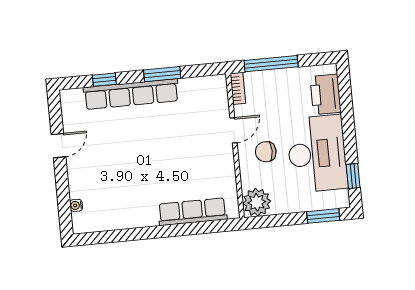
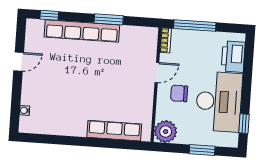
window: (104, 80) -> (49, 15), moved
window: (323, 216) -> (202, 150), moved

